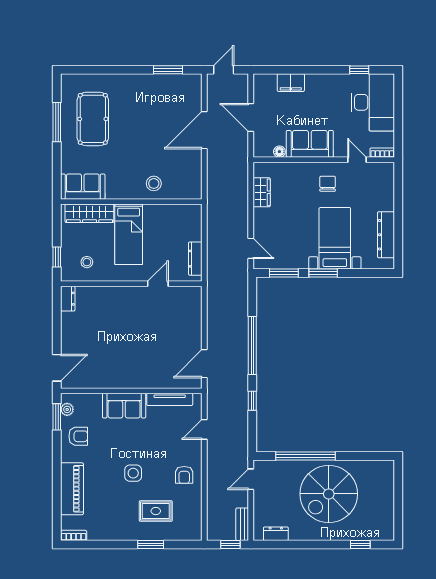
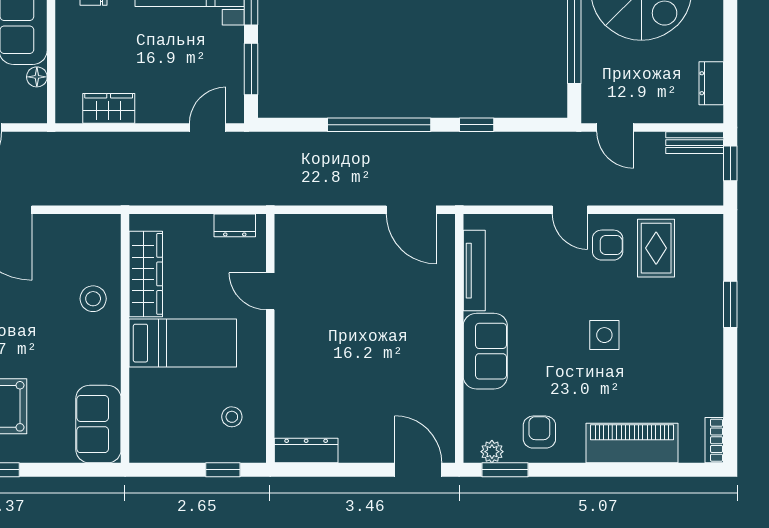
wardrobe: (89, 213) -> (146, 274), moved
dresser: (195, 259) -> (235, 225), width x0.70
dresser: (68, 299) -> (306, 451), width x1.44
door: (204, 429) -> (570, 210), moved
rug: (156, 511) -> (656, 248), moved

